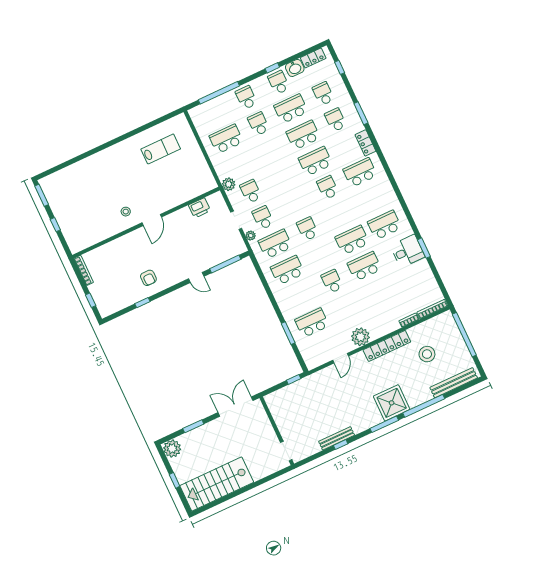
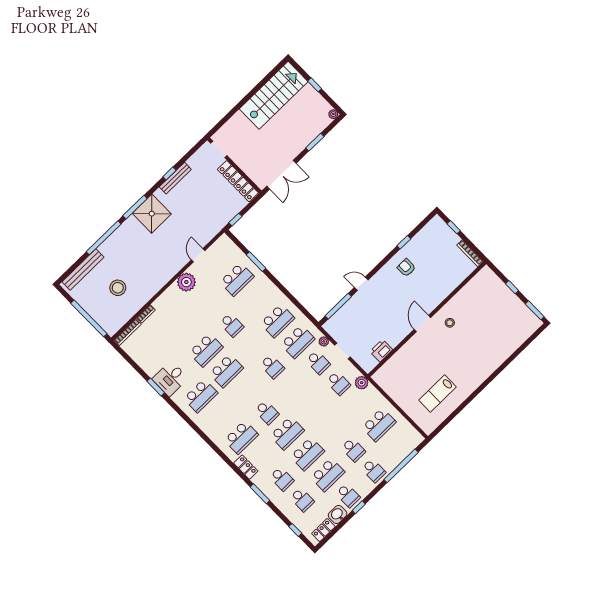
locker: (387, 346) -> (238, 181), moved, turned -90
shower: (392, 403) -> (152, 214), moved
plant: (172, 449) -> (333, 114), width x0.53, depth x0.53

